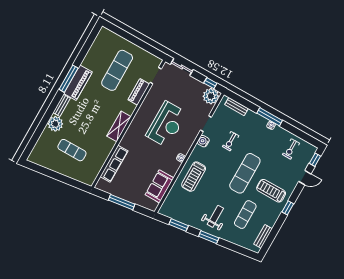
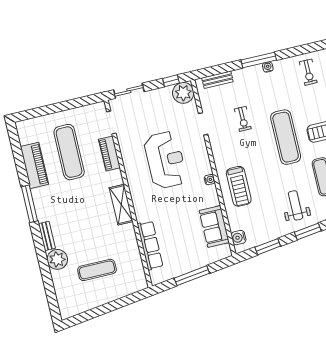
piano: (78, 83) -> (34, 165), moved
water cooler: (203, 141) -> (239, 238), moved

